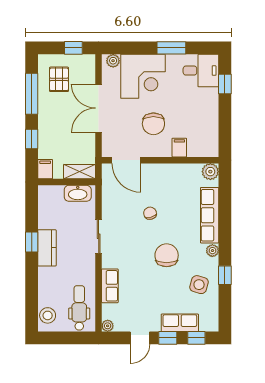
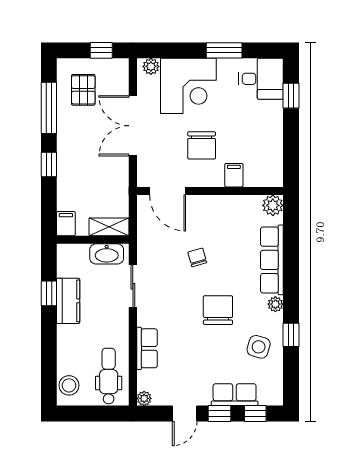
filing cabinet: (45, 169) -> (66, 224), moved
shelving: (80, 172) -> (109, 227), moved
wall: (67, 182) -> (93, 240), moved
washbasin: (78, 193) -> (107, 254), moved

